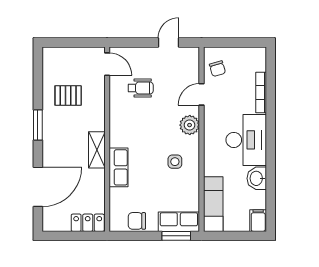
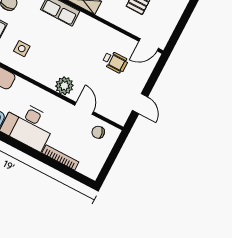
wheelchair: (141, 88) -> (115, 62), turned -90
side table: (175, 162) -> (22, 49), moved

